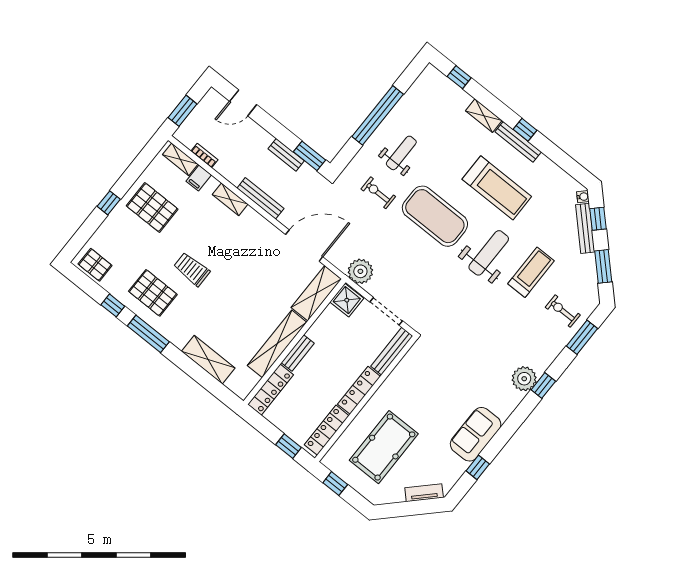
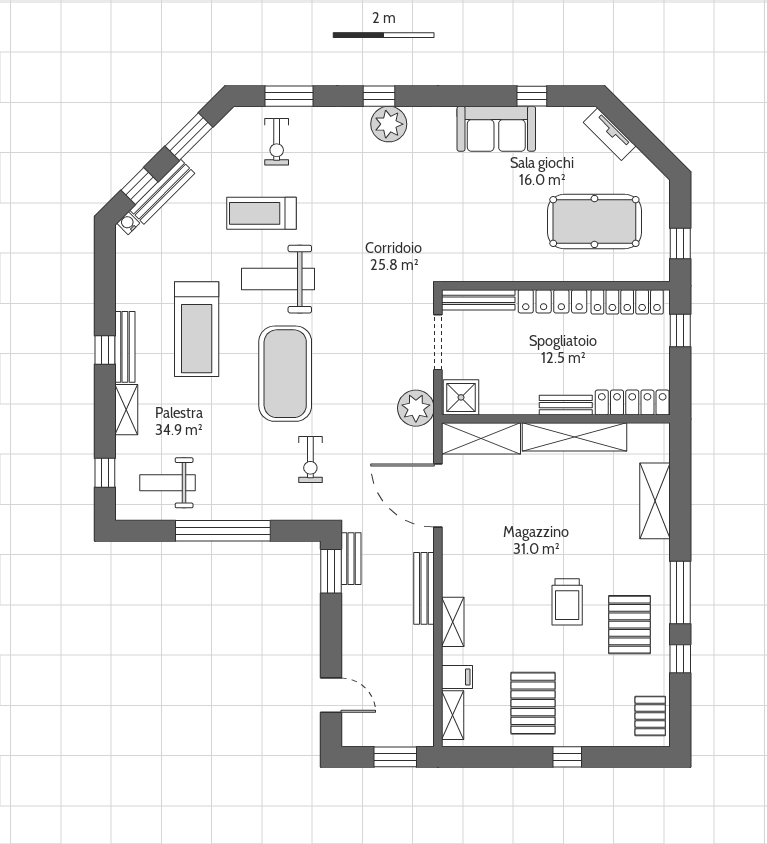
weight bench: (401, 153) -> (168, 483), moved
bench: (286, 155) -> (351, 559), moved
bookcase: (204, 156) -> (426, 691), removed
treadmill: (497, 188) -> (197, 329), turned 180

